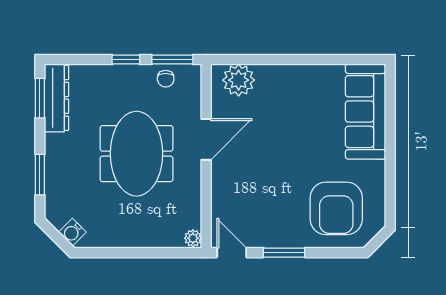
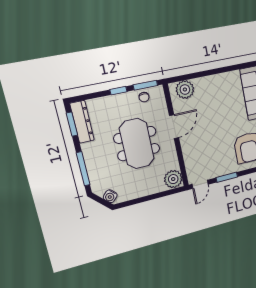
window: (40, 175) -> (83, 169), width x1.44
plant: (193, 238) -> (173, 179), width x1.88, depth x1.88
door: (232, 253) -> (200, 184), swing flipped

